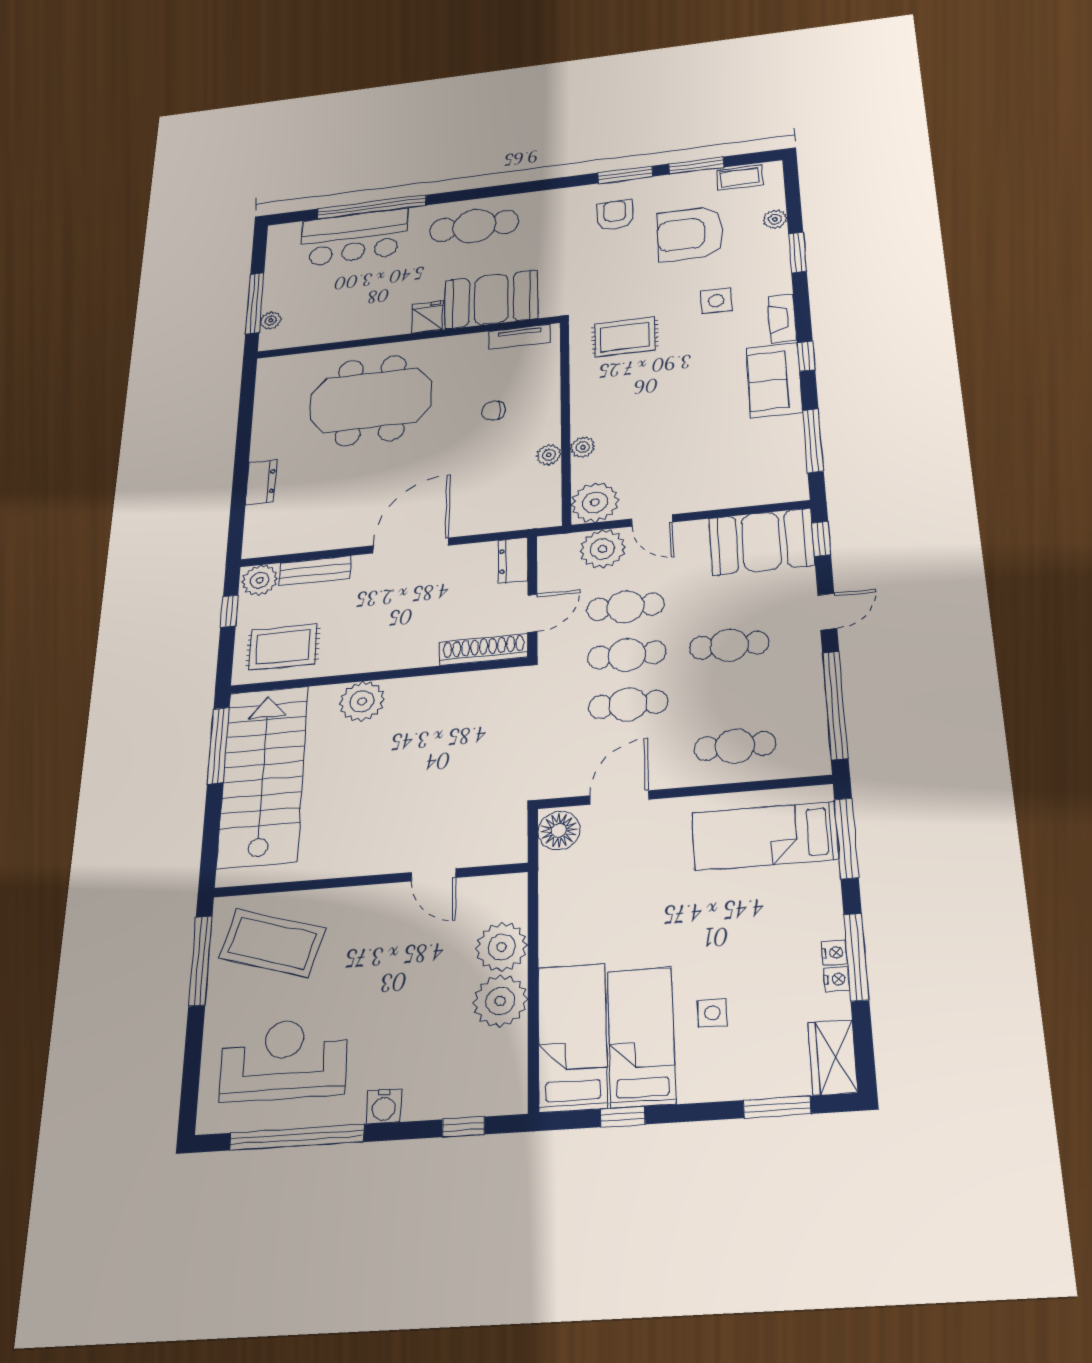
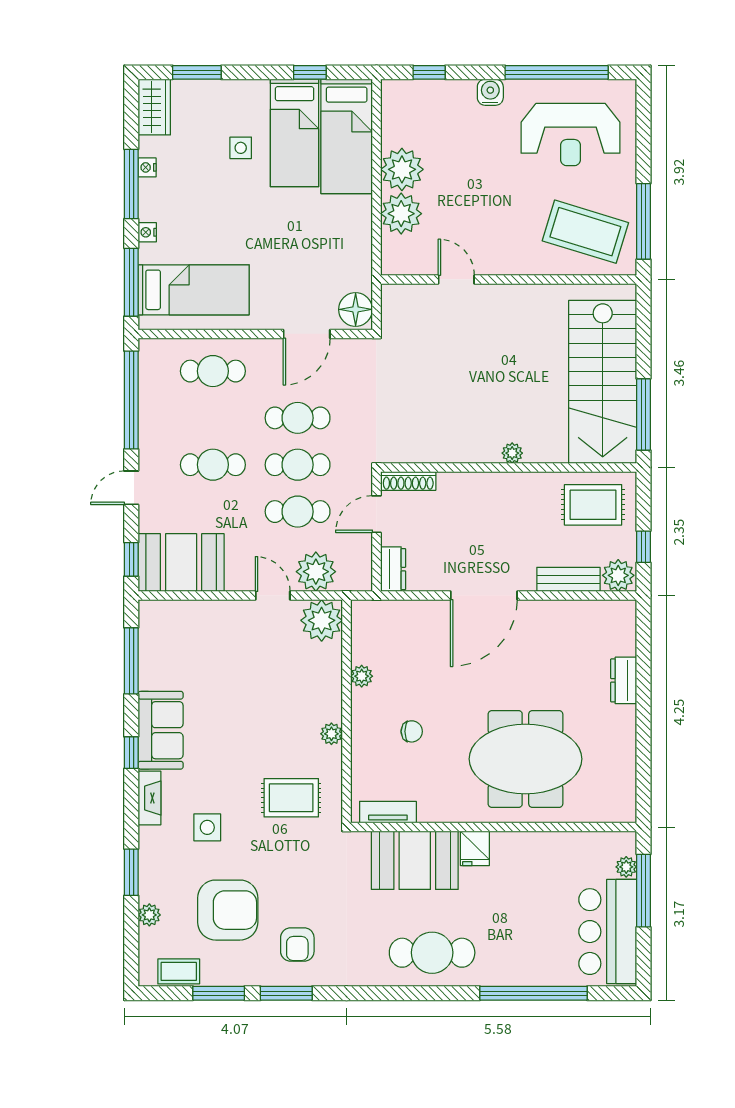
bar counter: (354, 237) -> (608, 932), moved, turned -90
plant: (583, 447) -> (331, 734), moved
shoe rack: (484, 650) -> (408, 481), width x0.74, depth x0.81
plant: (362, 701) -> (512, 453), width x0.53, depth x0.53
nightstand: (834, 953) -> (147, 232), moved

